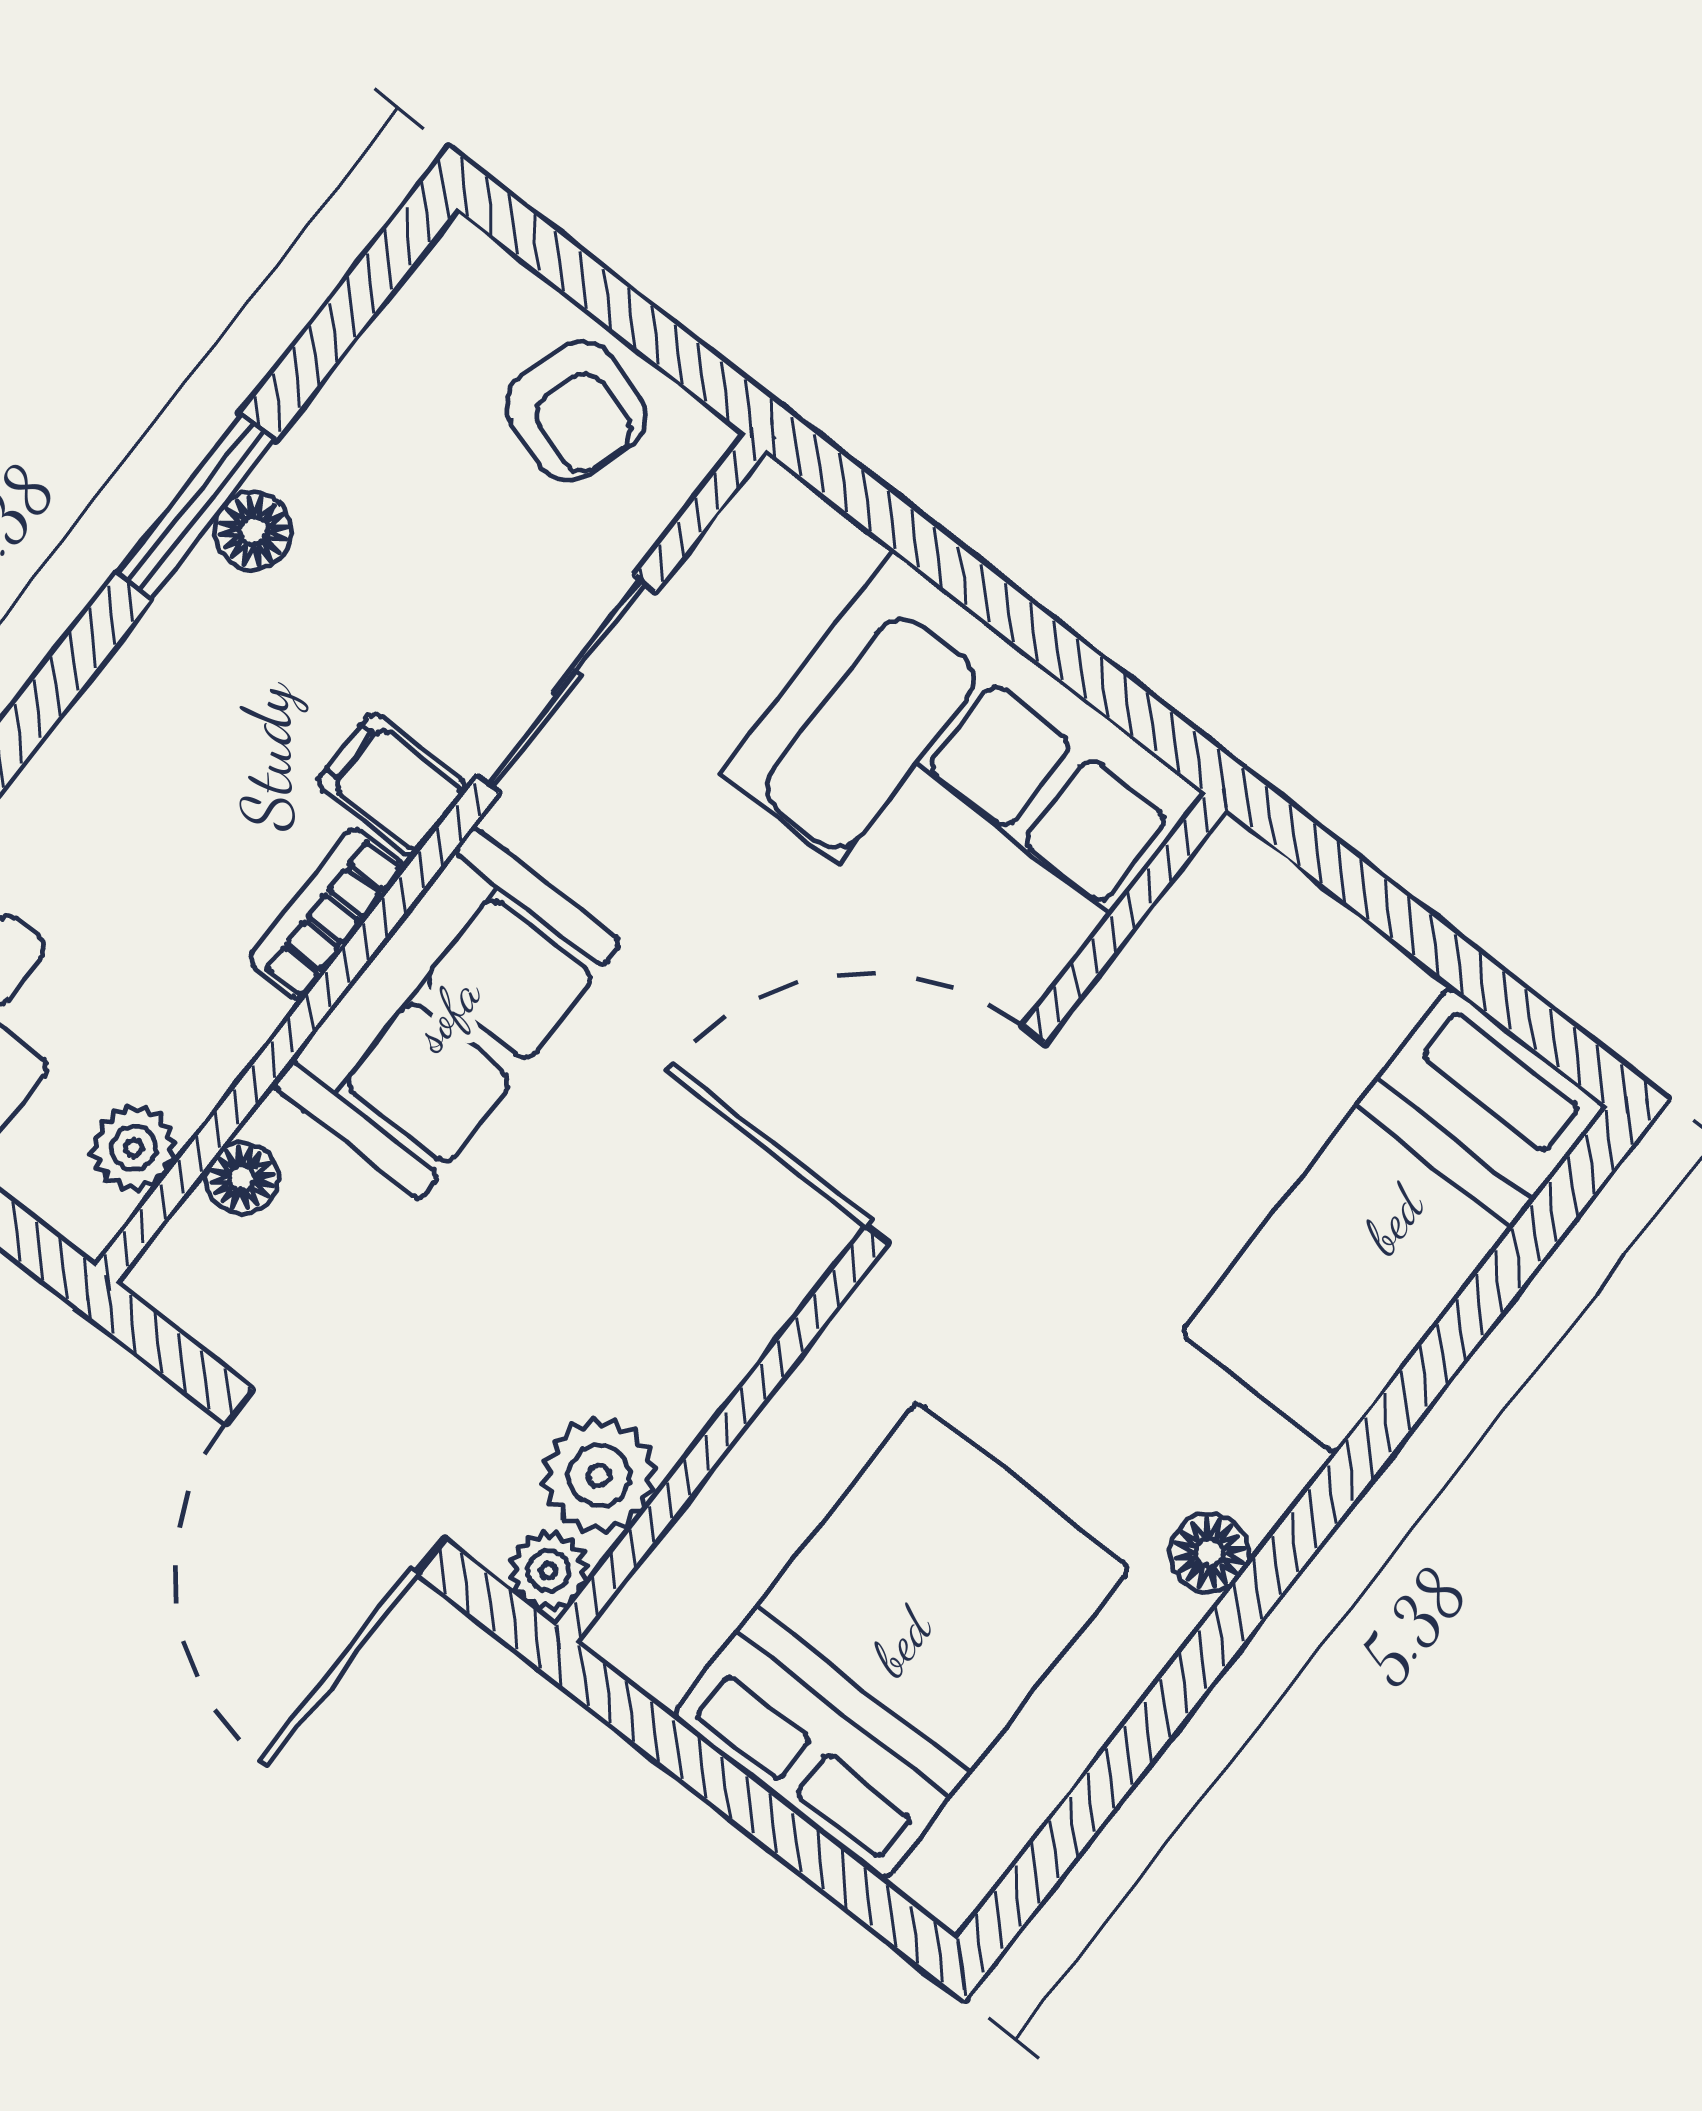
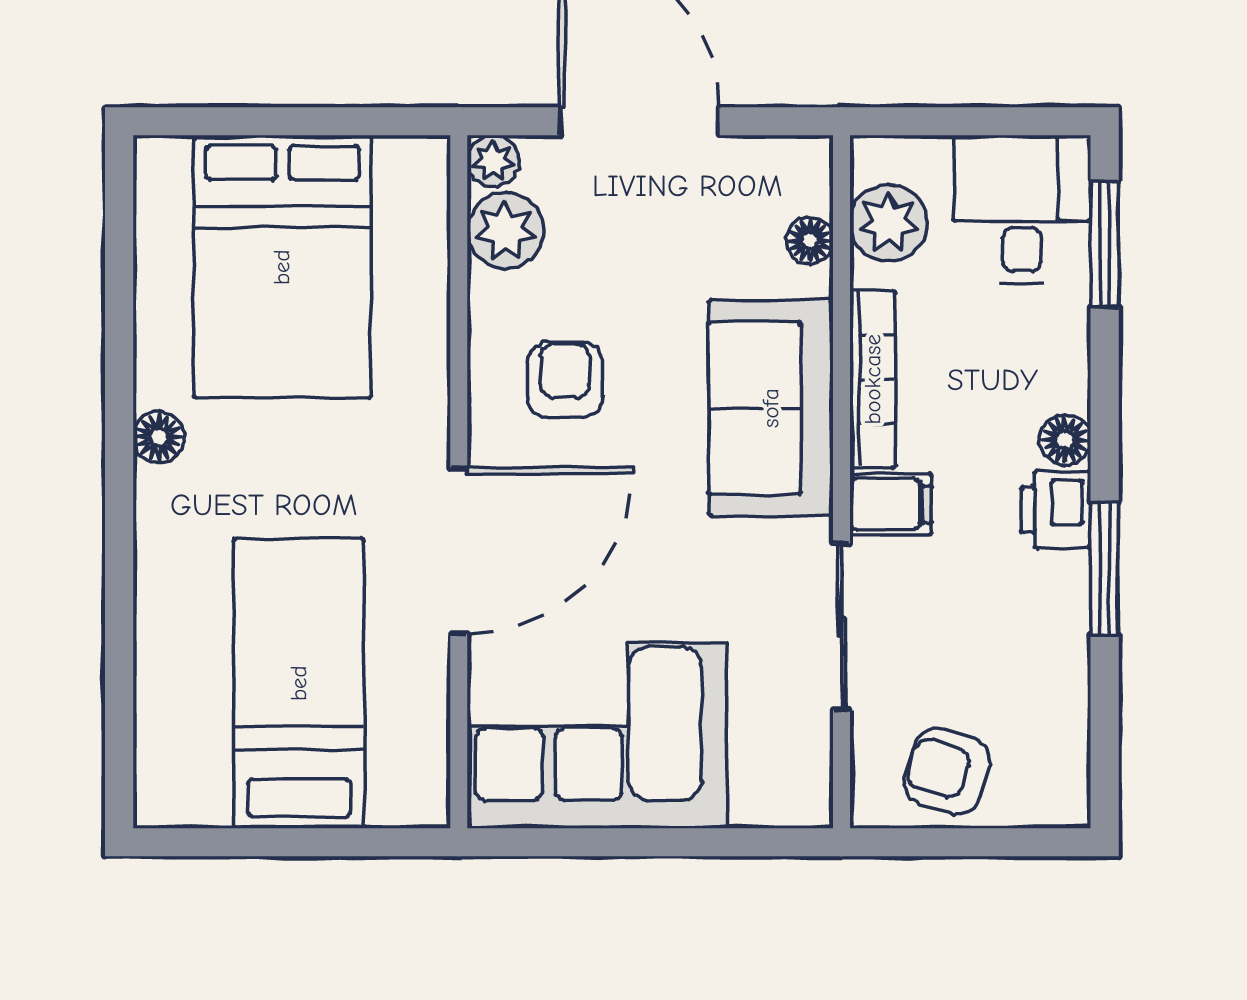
floor lamp: (253, 531) -> (1065, 440), moved
printer: (200, 624) -> (1056, 510), added
bookcase: (327, 914) -> (873, 379), width x1.56
plant: (134, 1148) -> (888, 223), width x1.38, depth x1.38
bed: (1393, 1220) -> (299, 683), moved
armchair: (667, 1241) -> (565, 380), added

